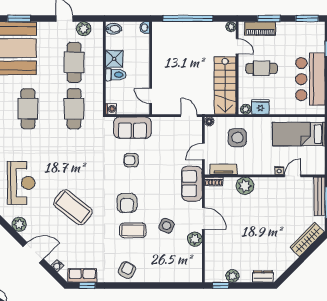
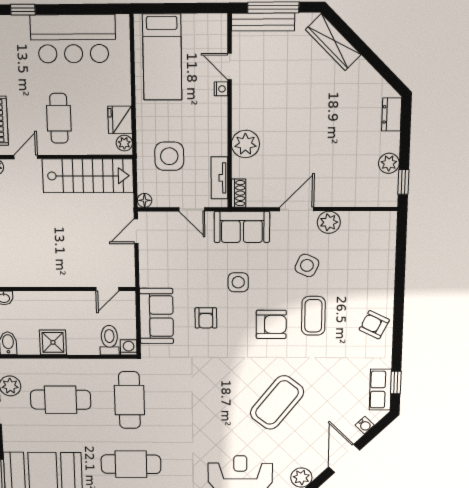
toilet: (116, 75) -> (109, 340), moved
cafe table: (74, 109) -> (129, 400), turned 90
side table: (155, 181) -> (238, 282), added

